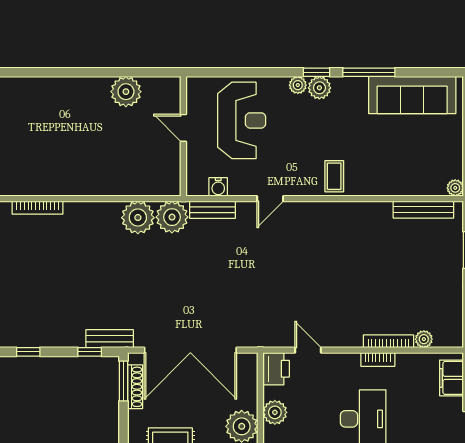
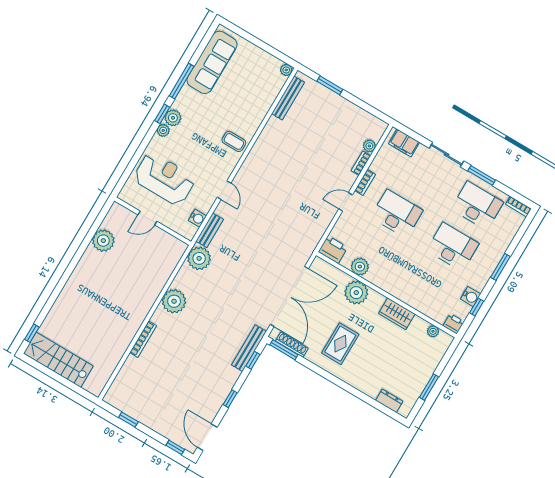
plant: (138, 218) -> (174, 301), moved
bench: (110, 339) -> (249, 348), width x1.36
bookcase: (388, 341) -> (361, 163), width x0.64
door: (308, 350) -> (346, 202), moved

